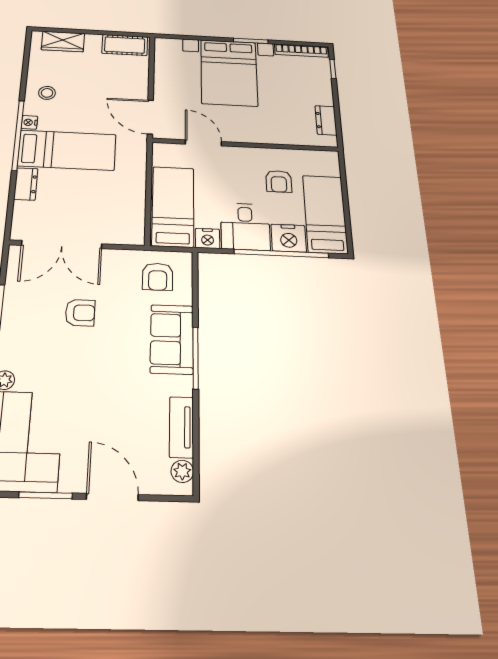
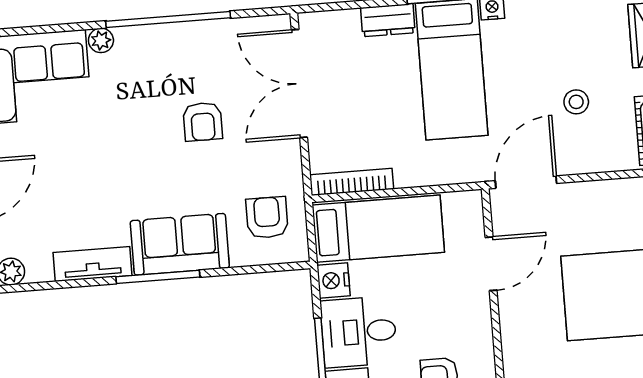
stool: (47, 93) -> (576, 102), moved
bookcase: (138, 219) -> (352, 182), added
armchair: (158, 277) -> (267, 217), turned 90
tv unit: (181, 427) -> (92, 264), moved

